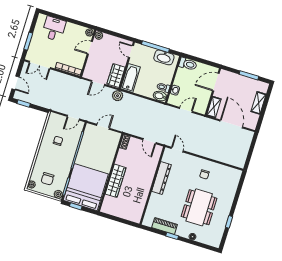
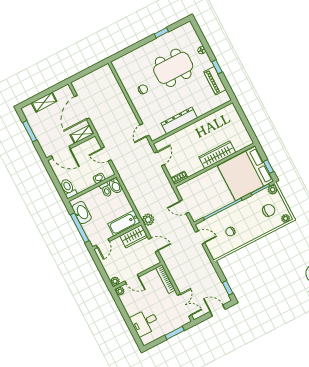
door: (15, 83) -> (218, 310), hinge flipped

